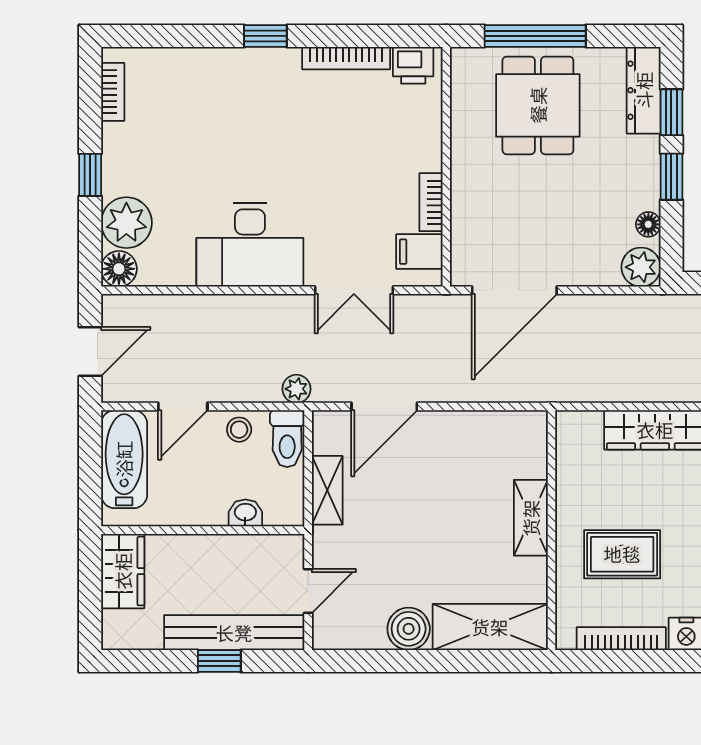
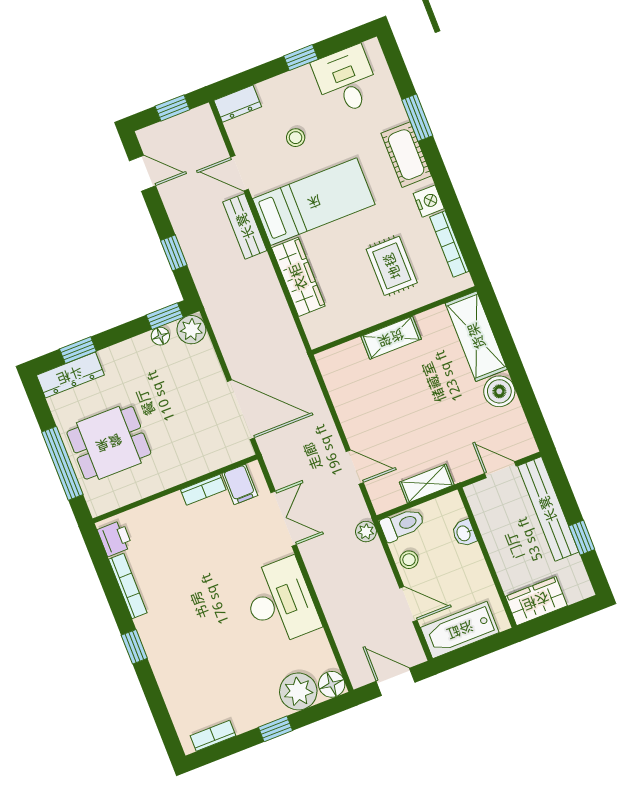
window: (671, 177) -> (165, 316), moved
door: (384, 407) -> (355, 467), width x0.73
window: (219, 661) -> (582, 538), moved

